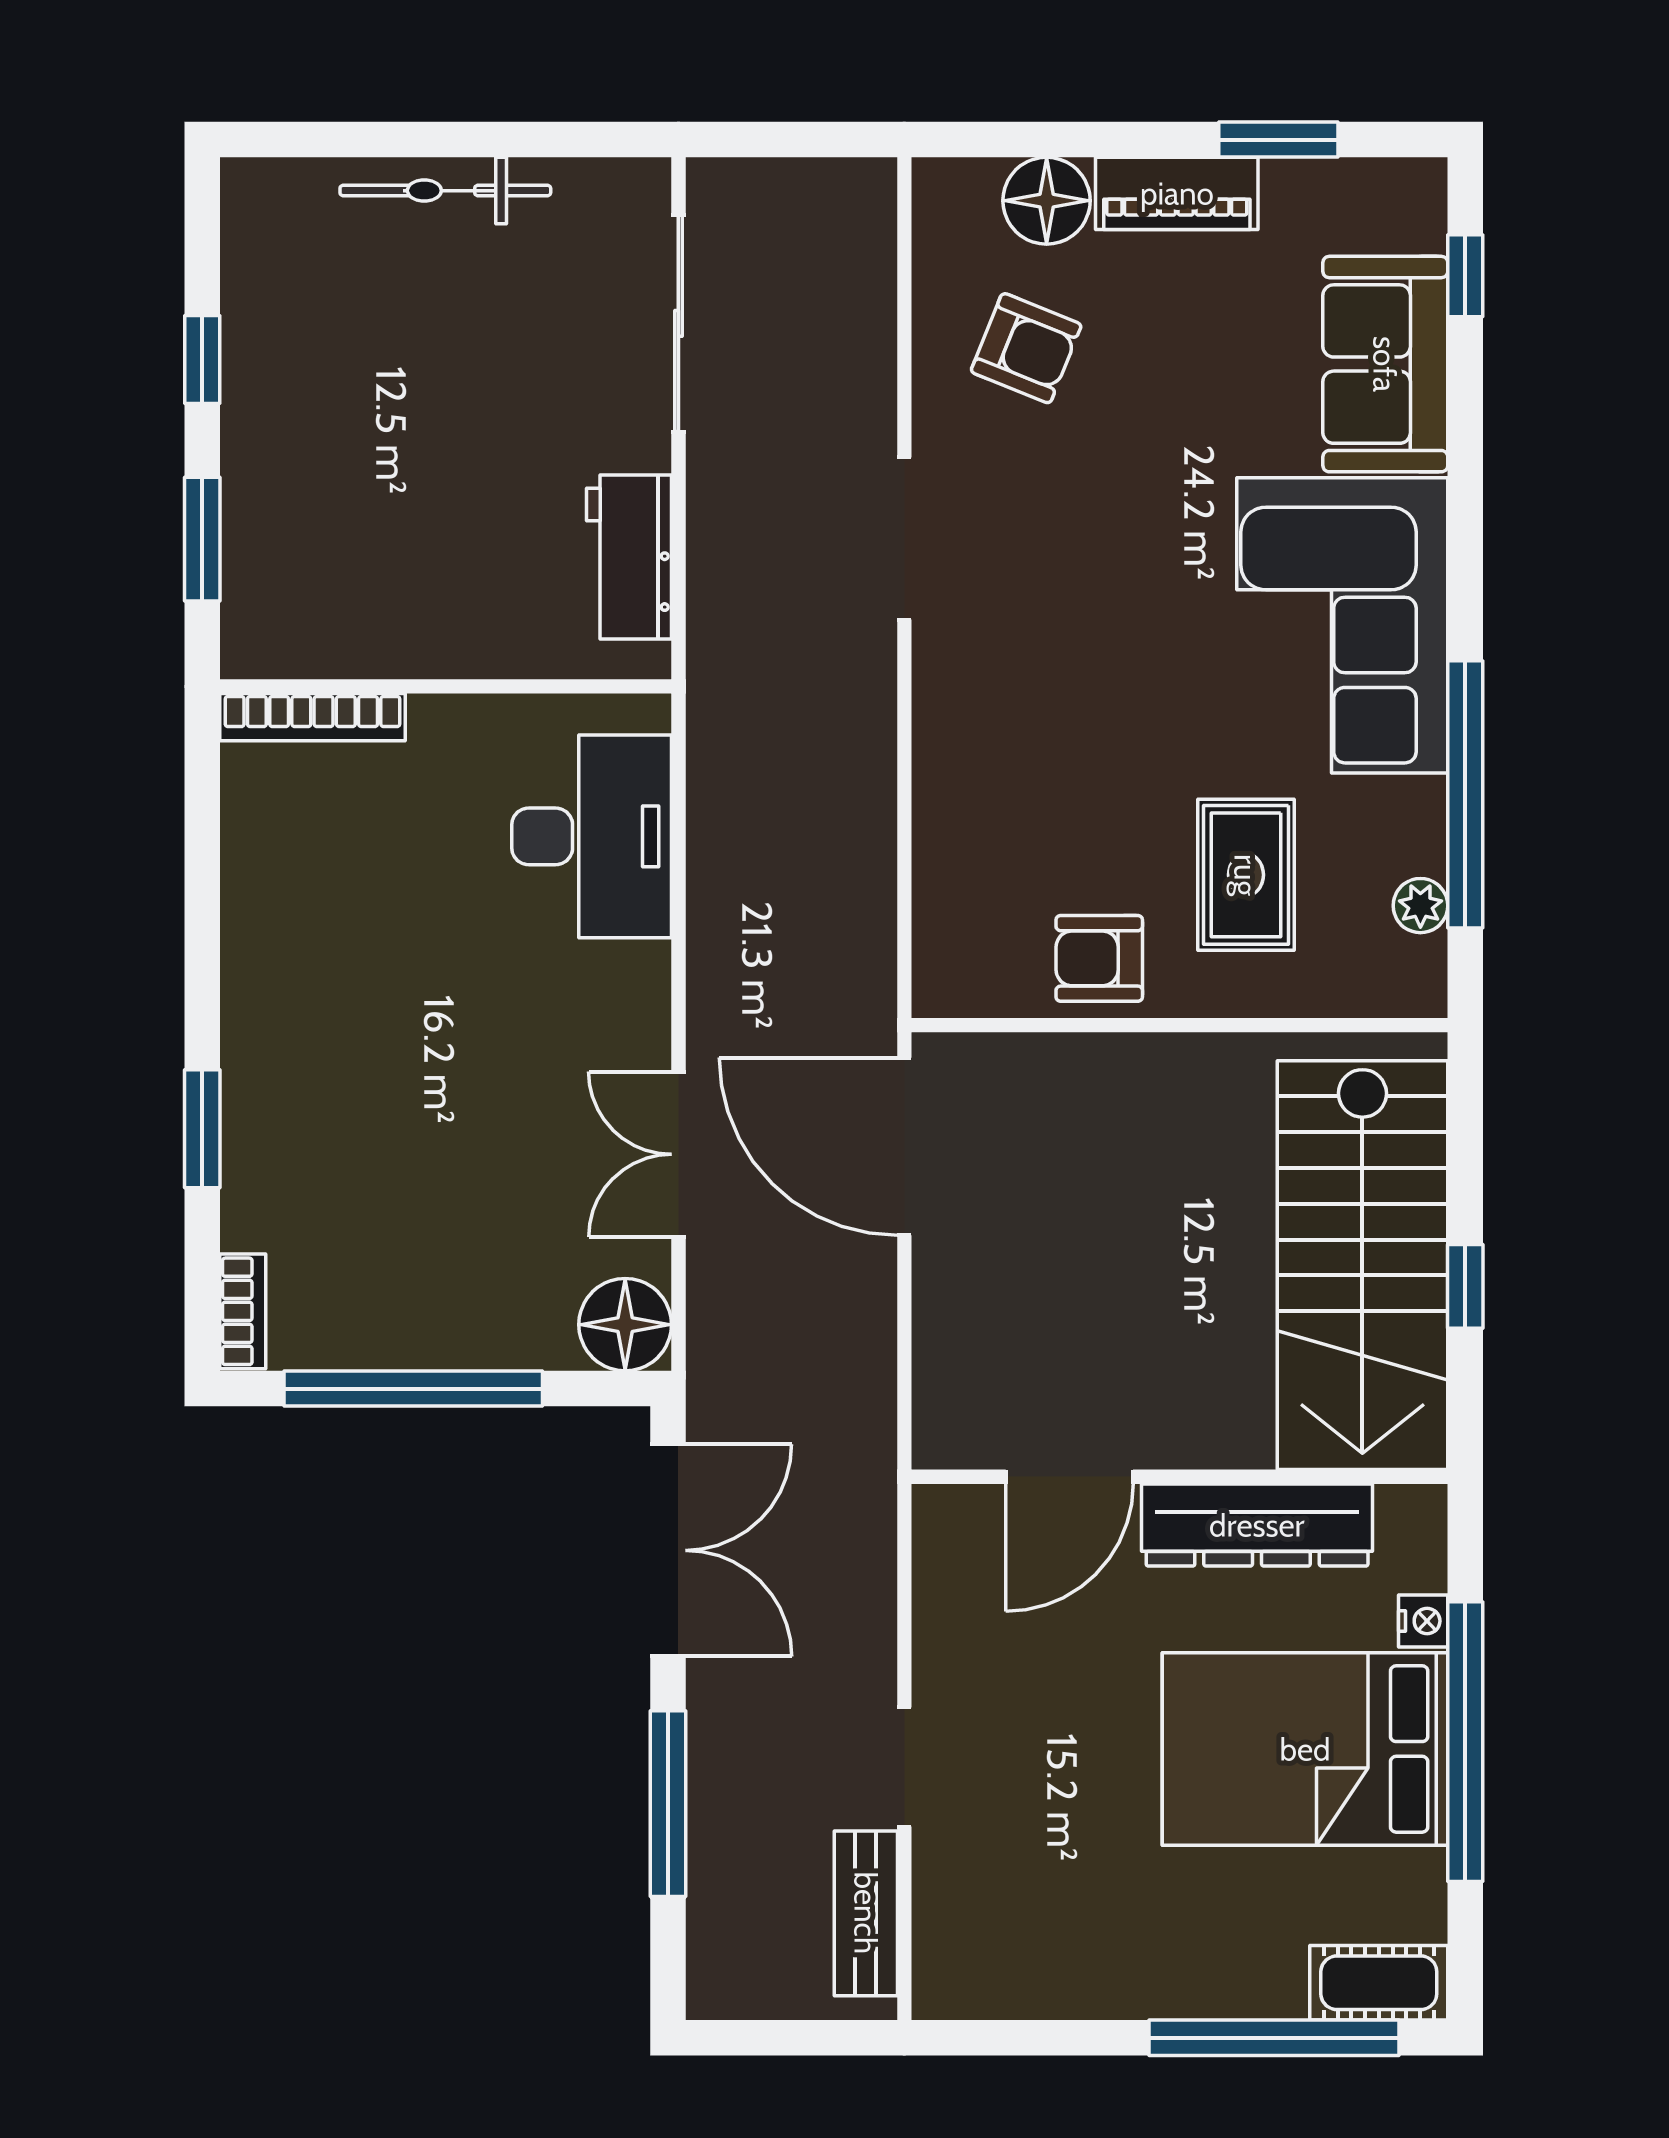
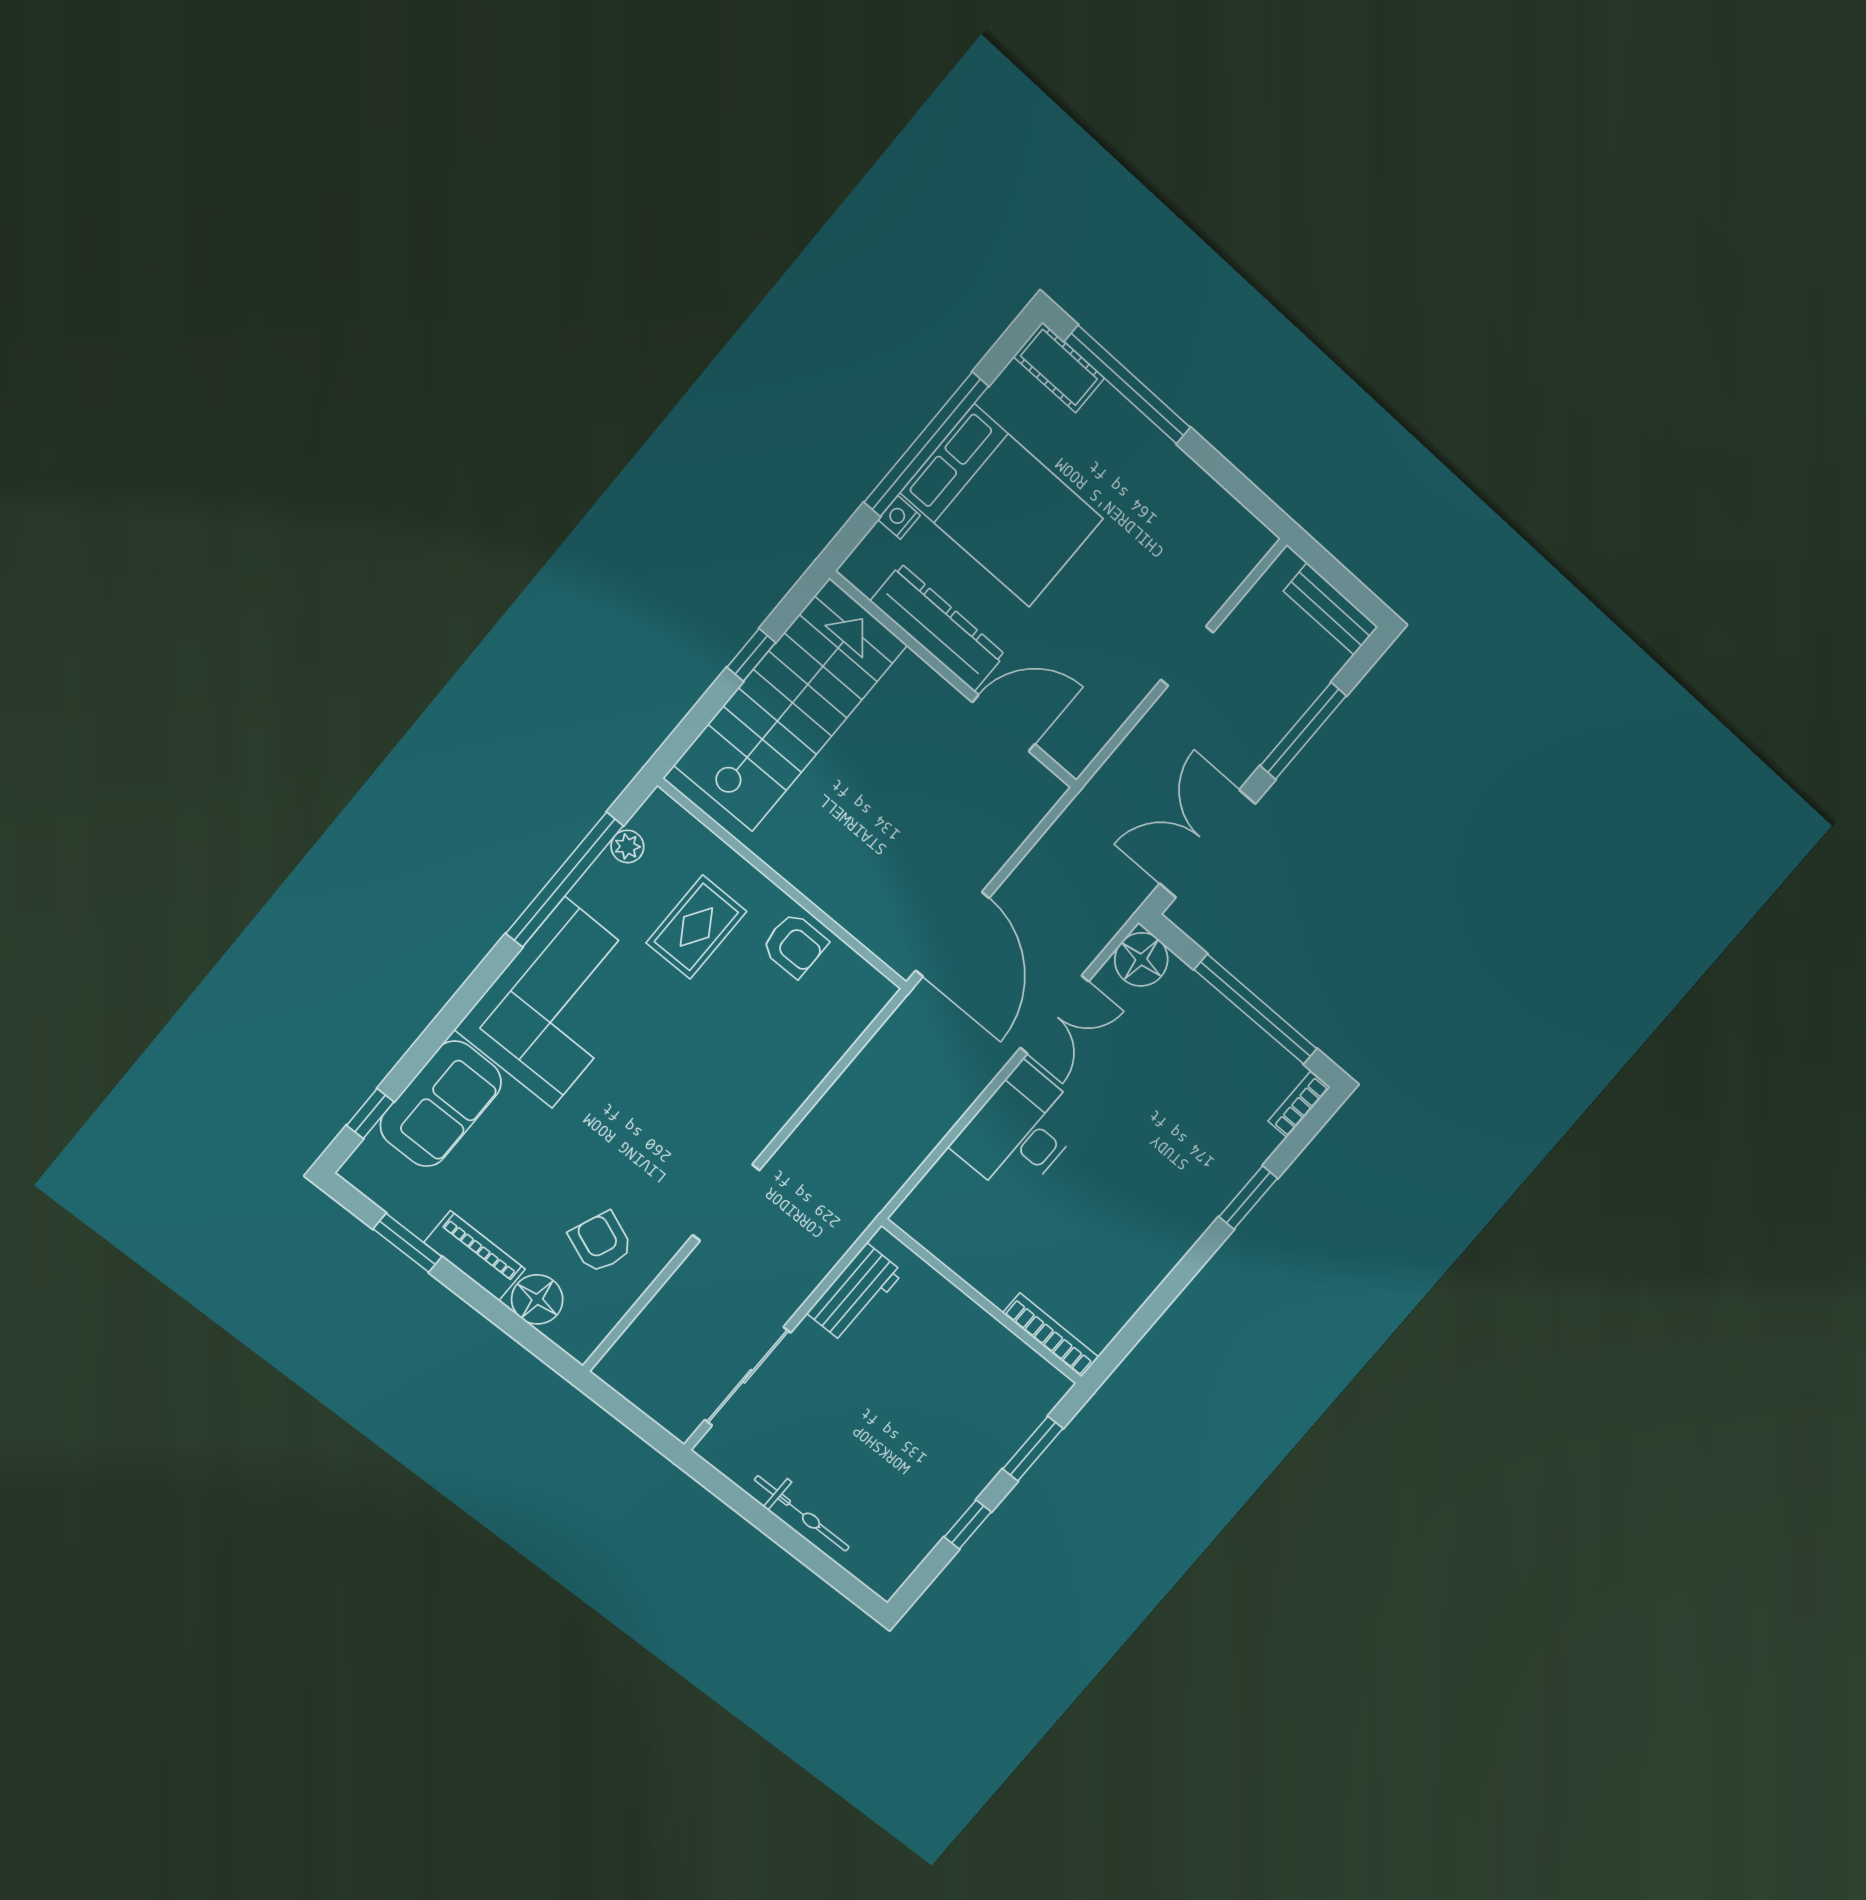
desk: (592, 836) -> (1020, 1132), moved
bench: (866, 1913) -> (1331, 609), moved, turned 90

